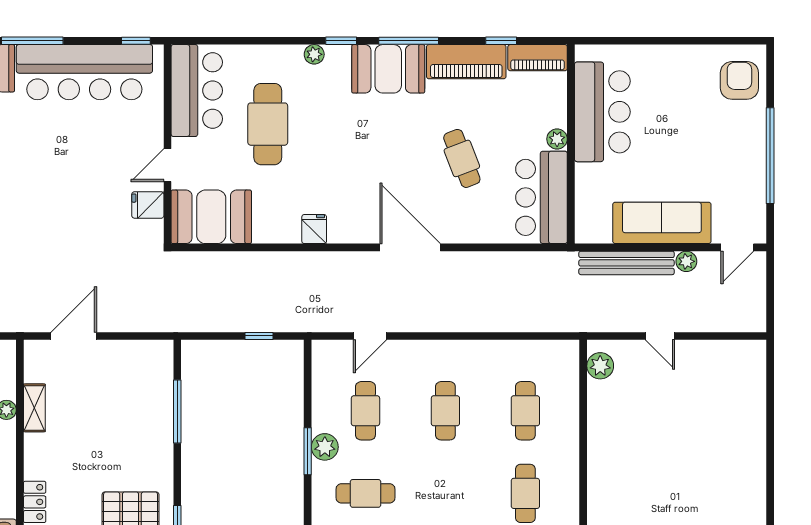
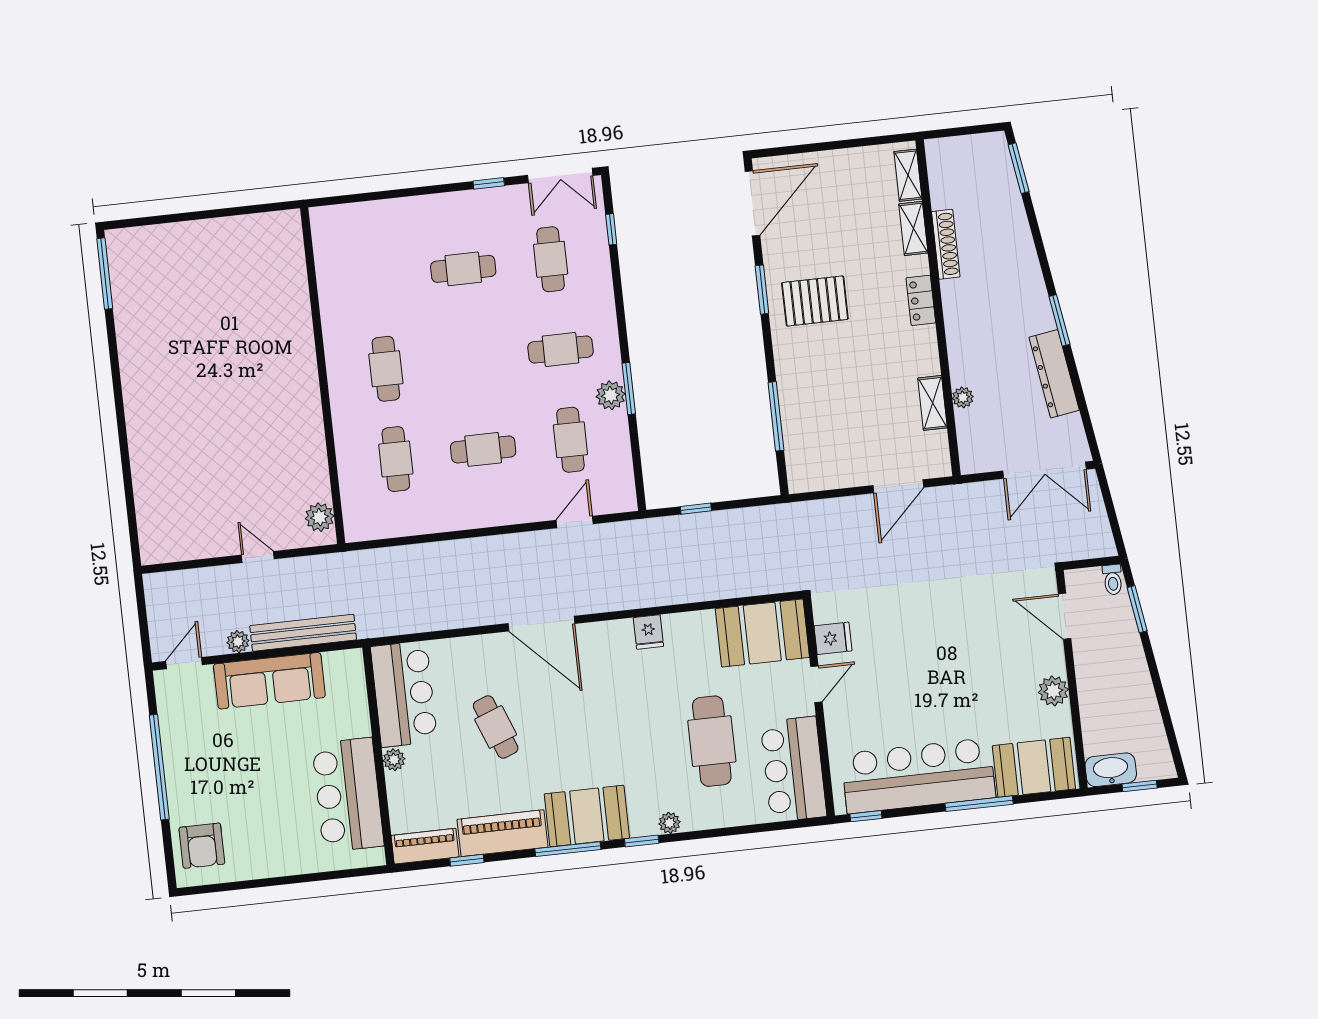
cafe table: (445, 411) -> (483, 449), turned 90

